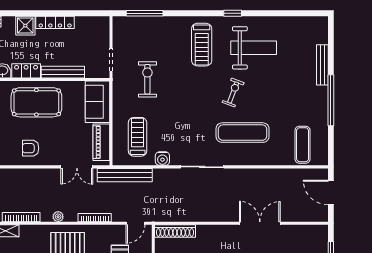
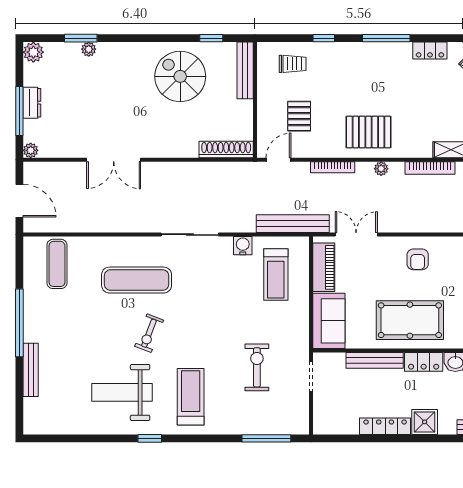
exercise bike: (147, 79) -> (257, 367), moved, turned 180
armchair: (31, 148) -> (418, 259), turned 90
plant: (322, 230) -> (31, 150), added

